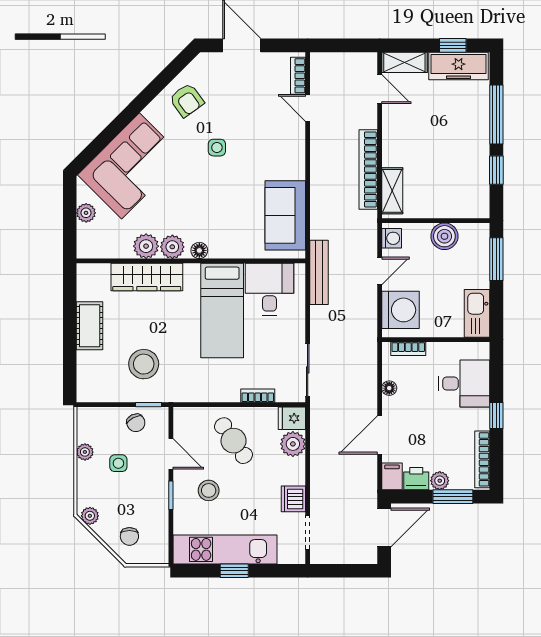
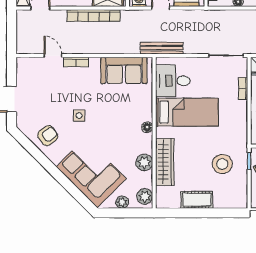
bookcase: (298, 76) -> (76, 62), moved
door: (308, 108) -> (53, 56), swing flipped
plant: (172, 247) -> (145, 197), moved

